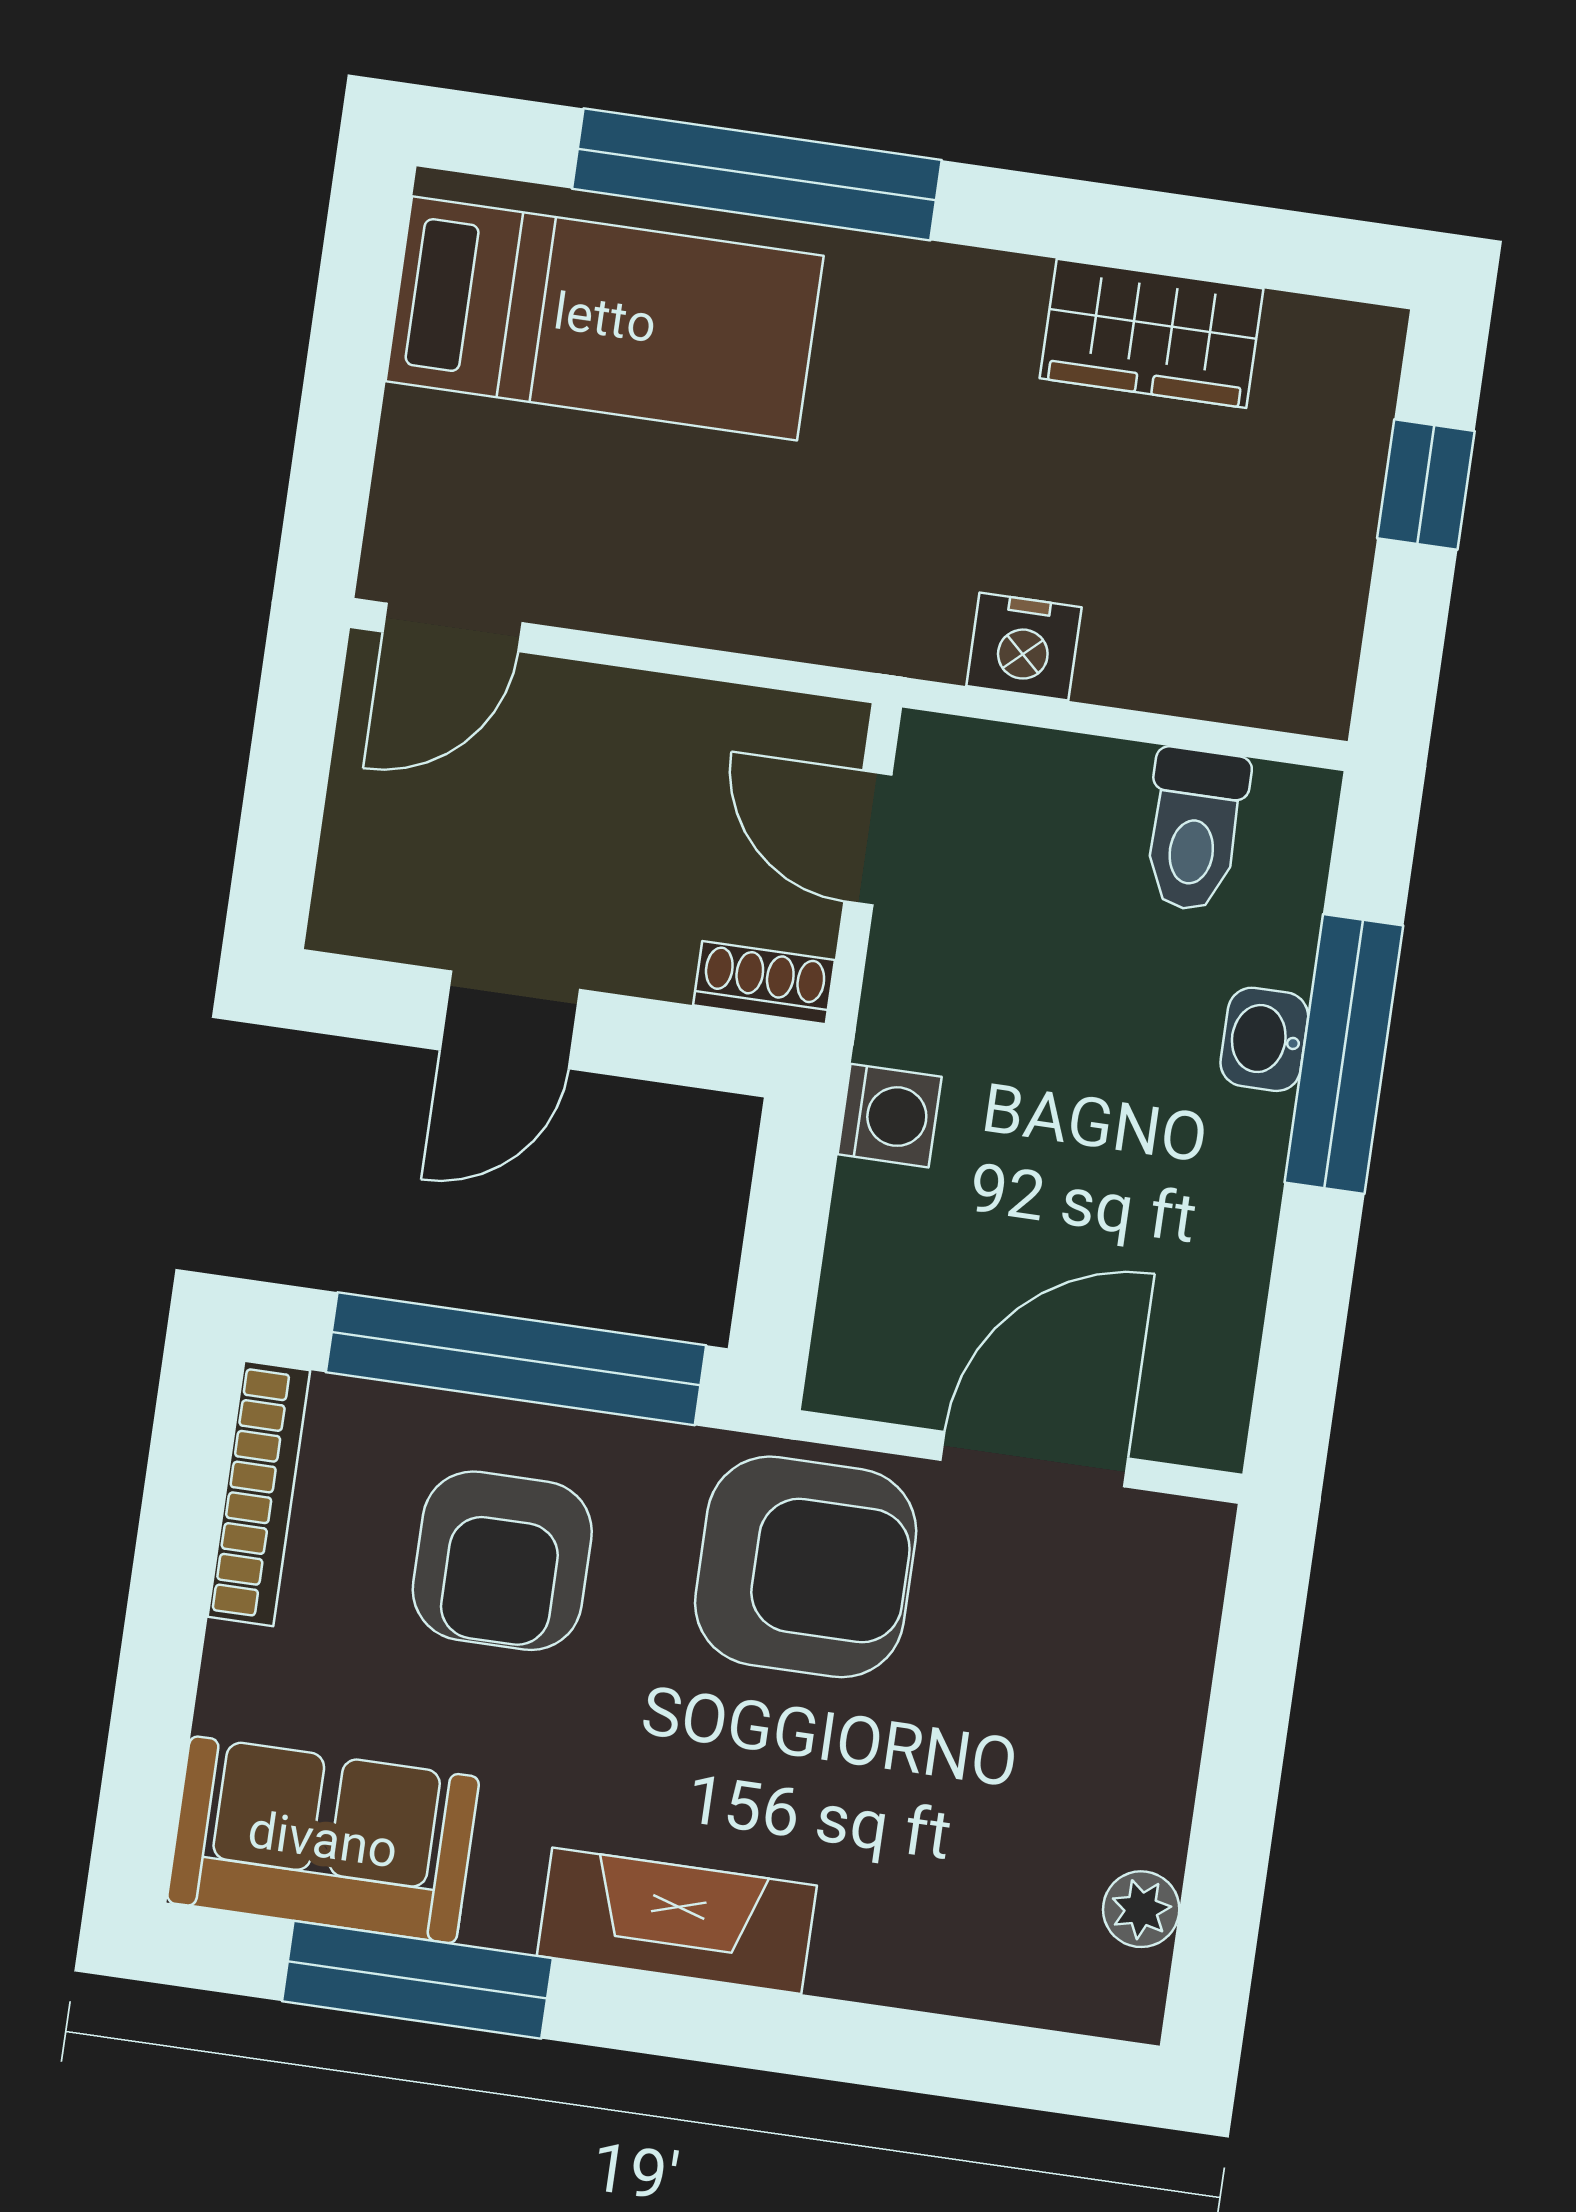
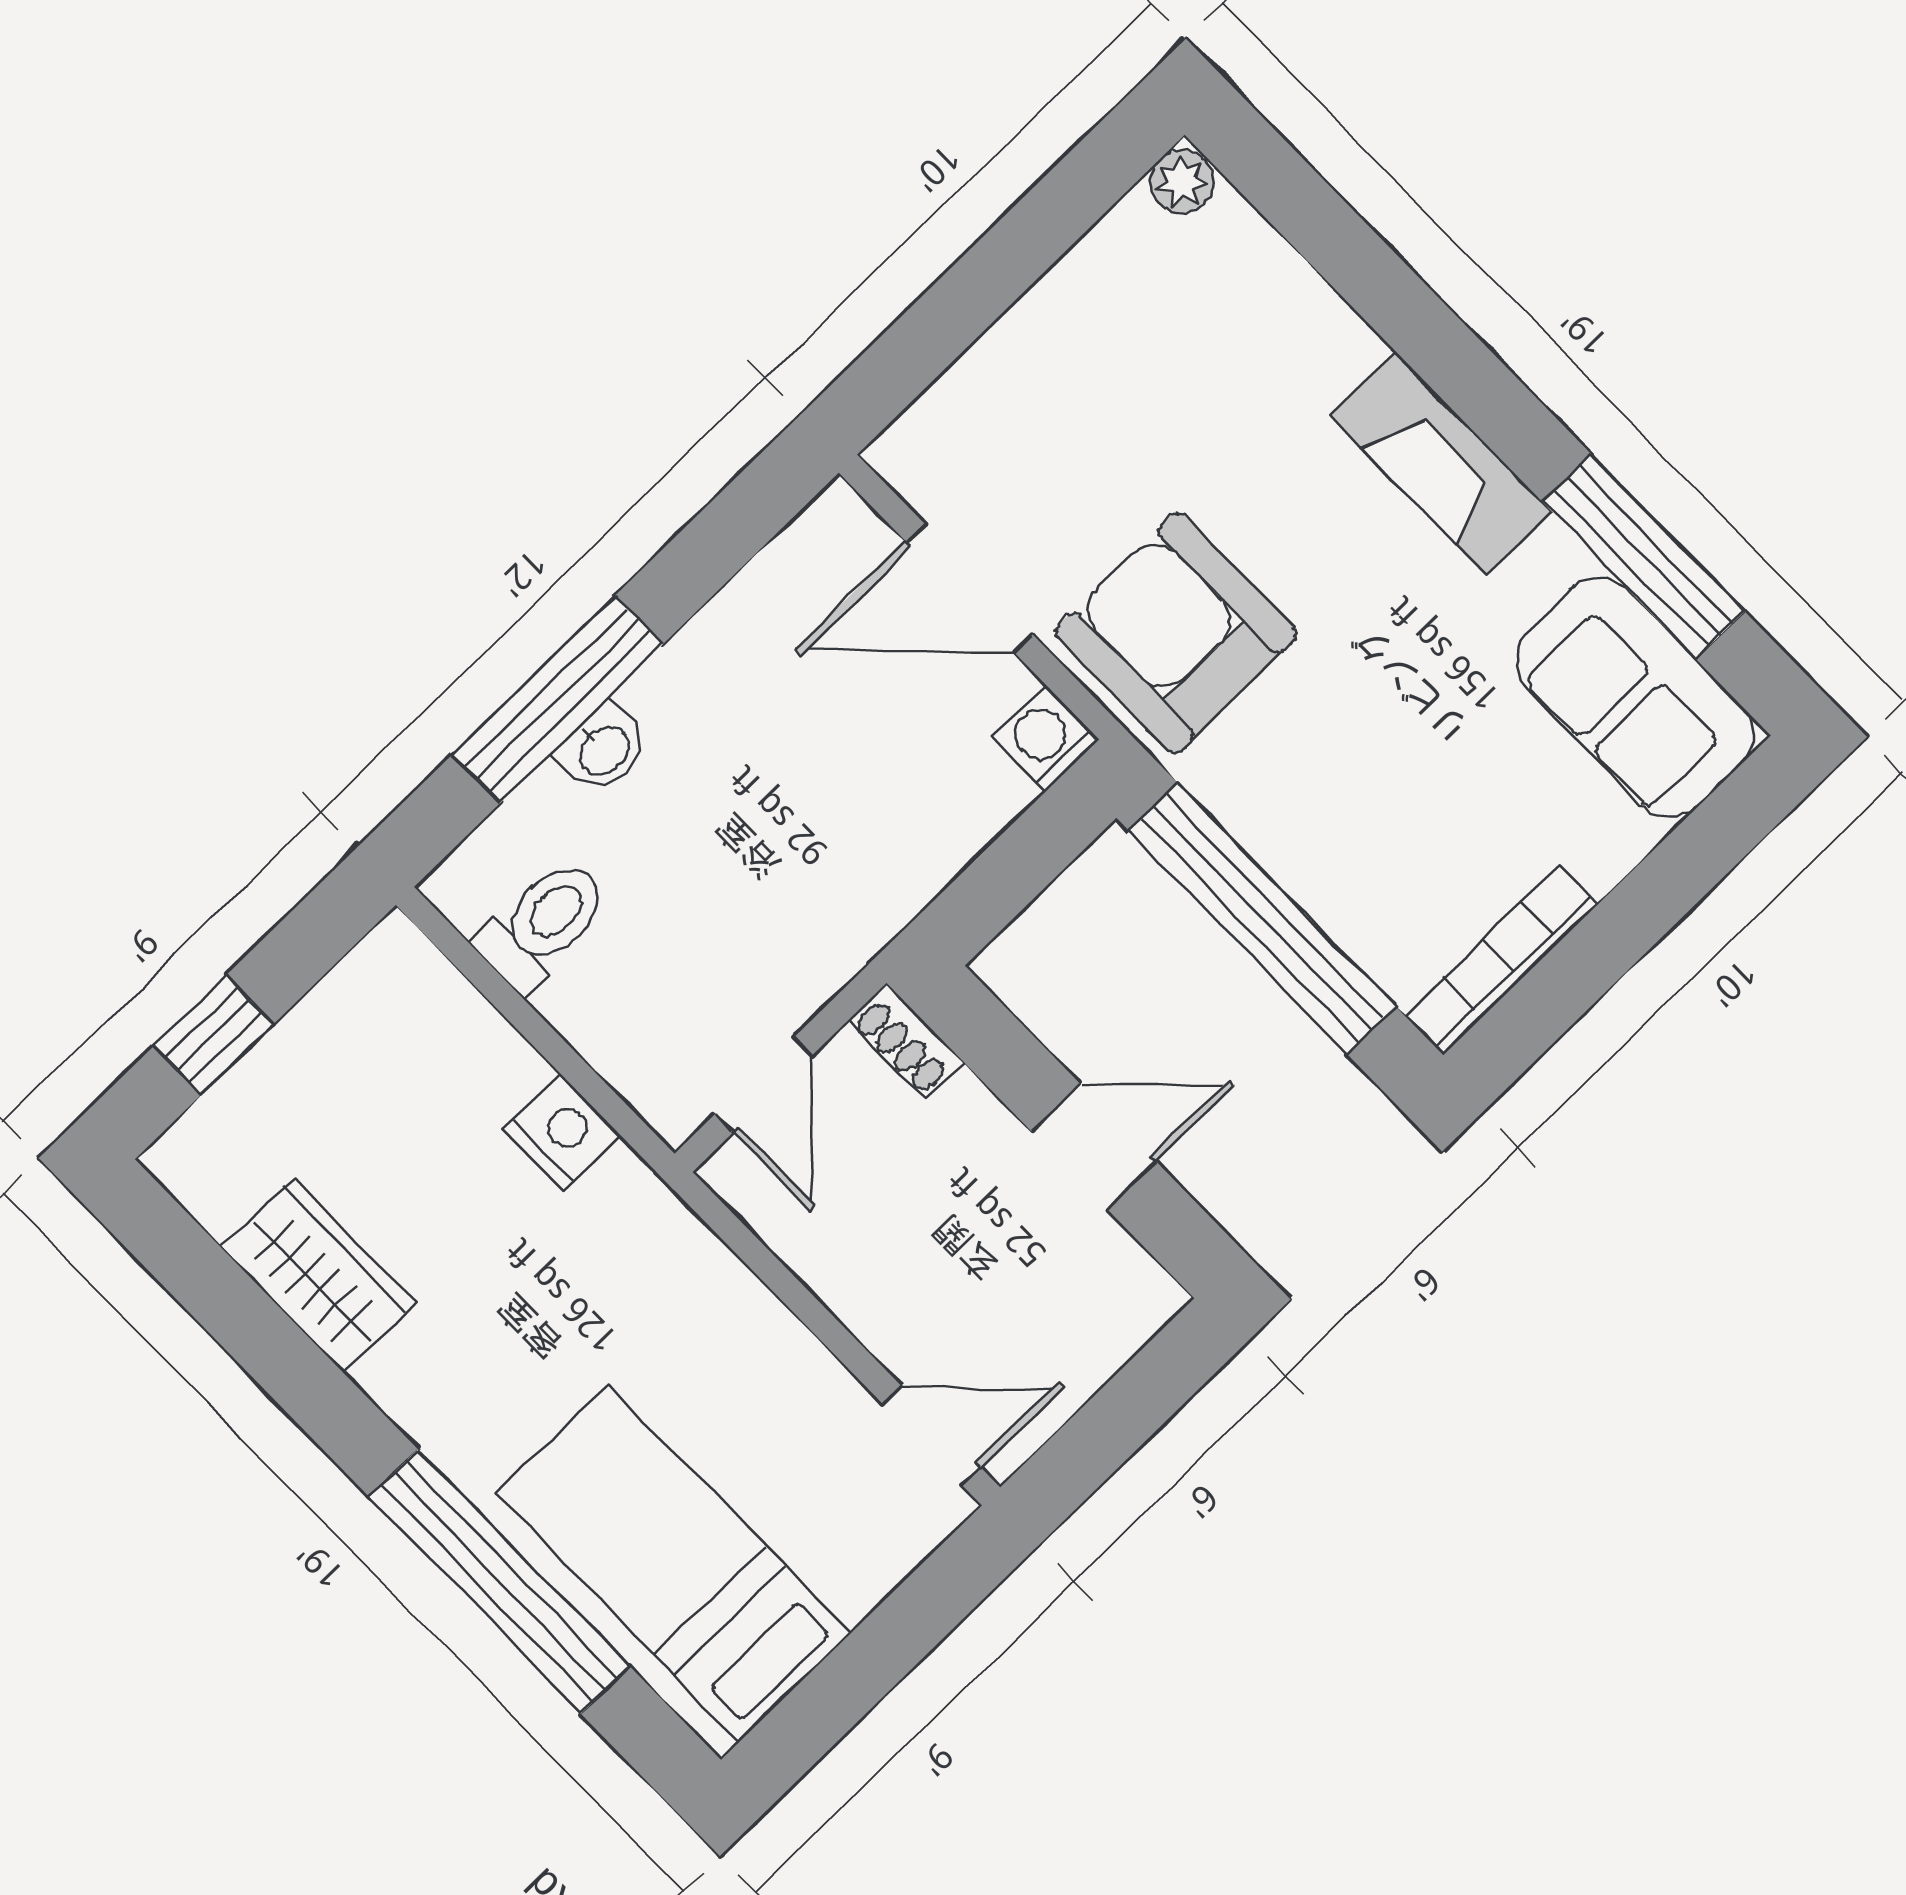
washing machine: (890, 1116) -> (1045, 739), moved
armchair: (502, 1561) -> (1374, 791), removed
plant: (1141, 1909) -> (1182, 182), moved

